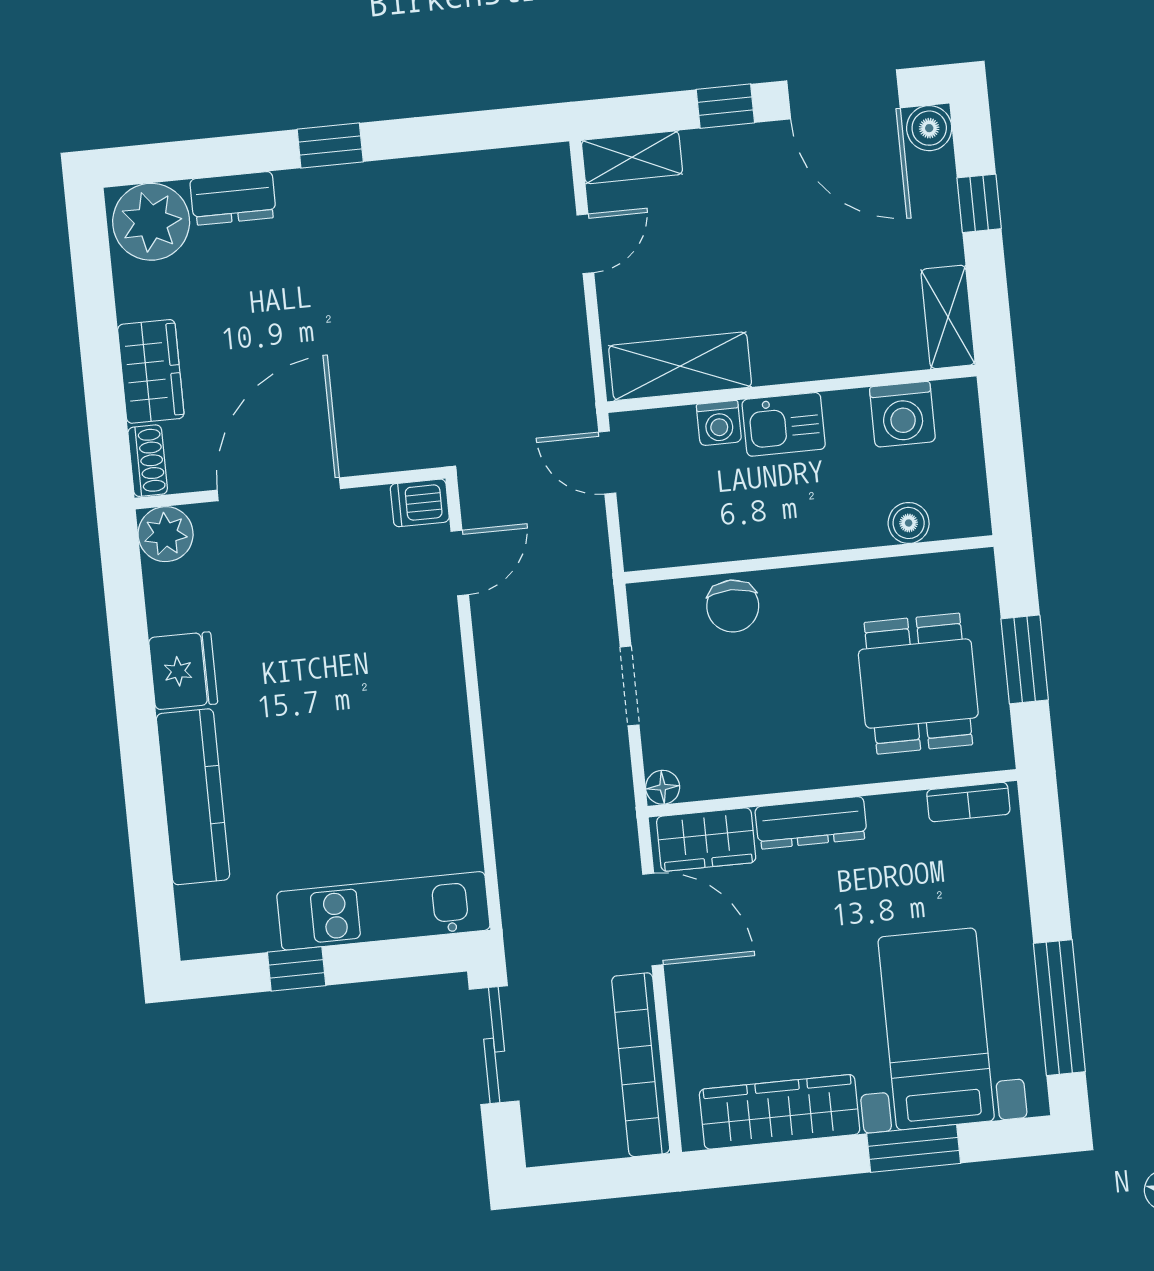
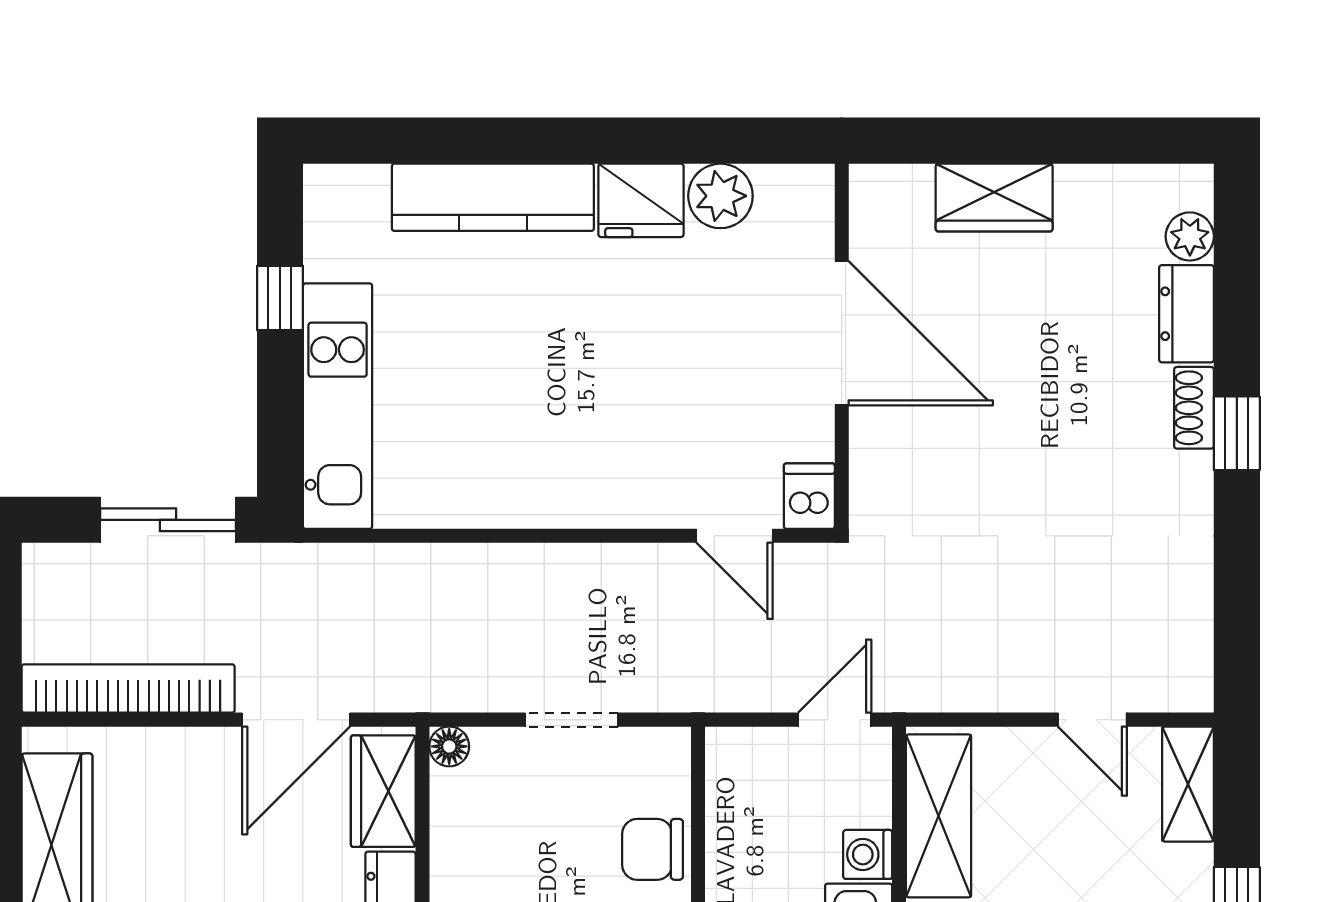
plant: (151, 222) -> (1190, 236), width x0.53, depth x0.53
shoe rack: (148, 461) -> (1194, 408), moved, turned 90
plant: (166, 534) -> (720, 196), moved

